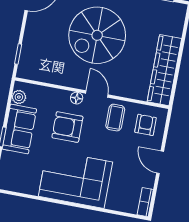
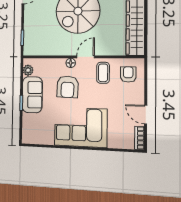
door: (97, 94) -> (86, 57), hinge flipped
armchair: (67, 127) -> (68, 87), turned -88
door: (160, 162) -> (146, 115), moved

